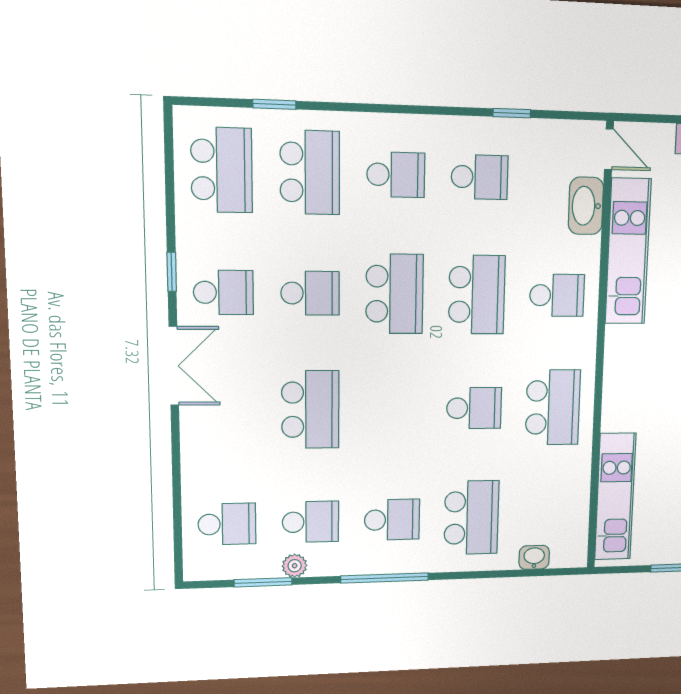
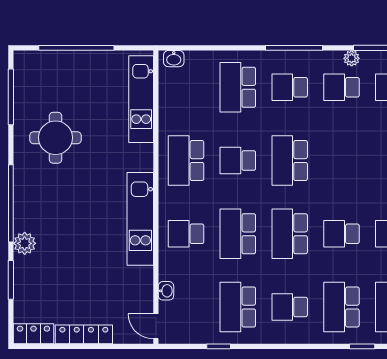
school desk: (480, 177) -> (238, 307), width x1.85
washbasin: (586, 206) -> (166, 291), width x0.52, depth x0.69
kitchen unit: (628, 251) -> (140, 219), moved
school desk: (310, 410) -> (290, 161), moved
washbasin: (534, 557) -> (174, 59), moved

